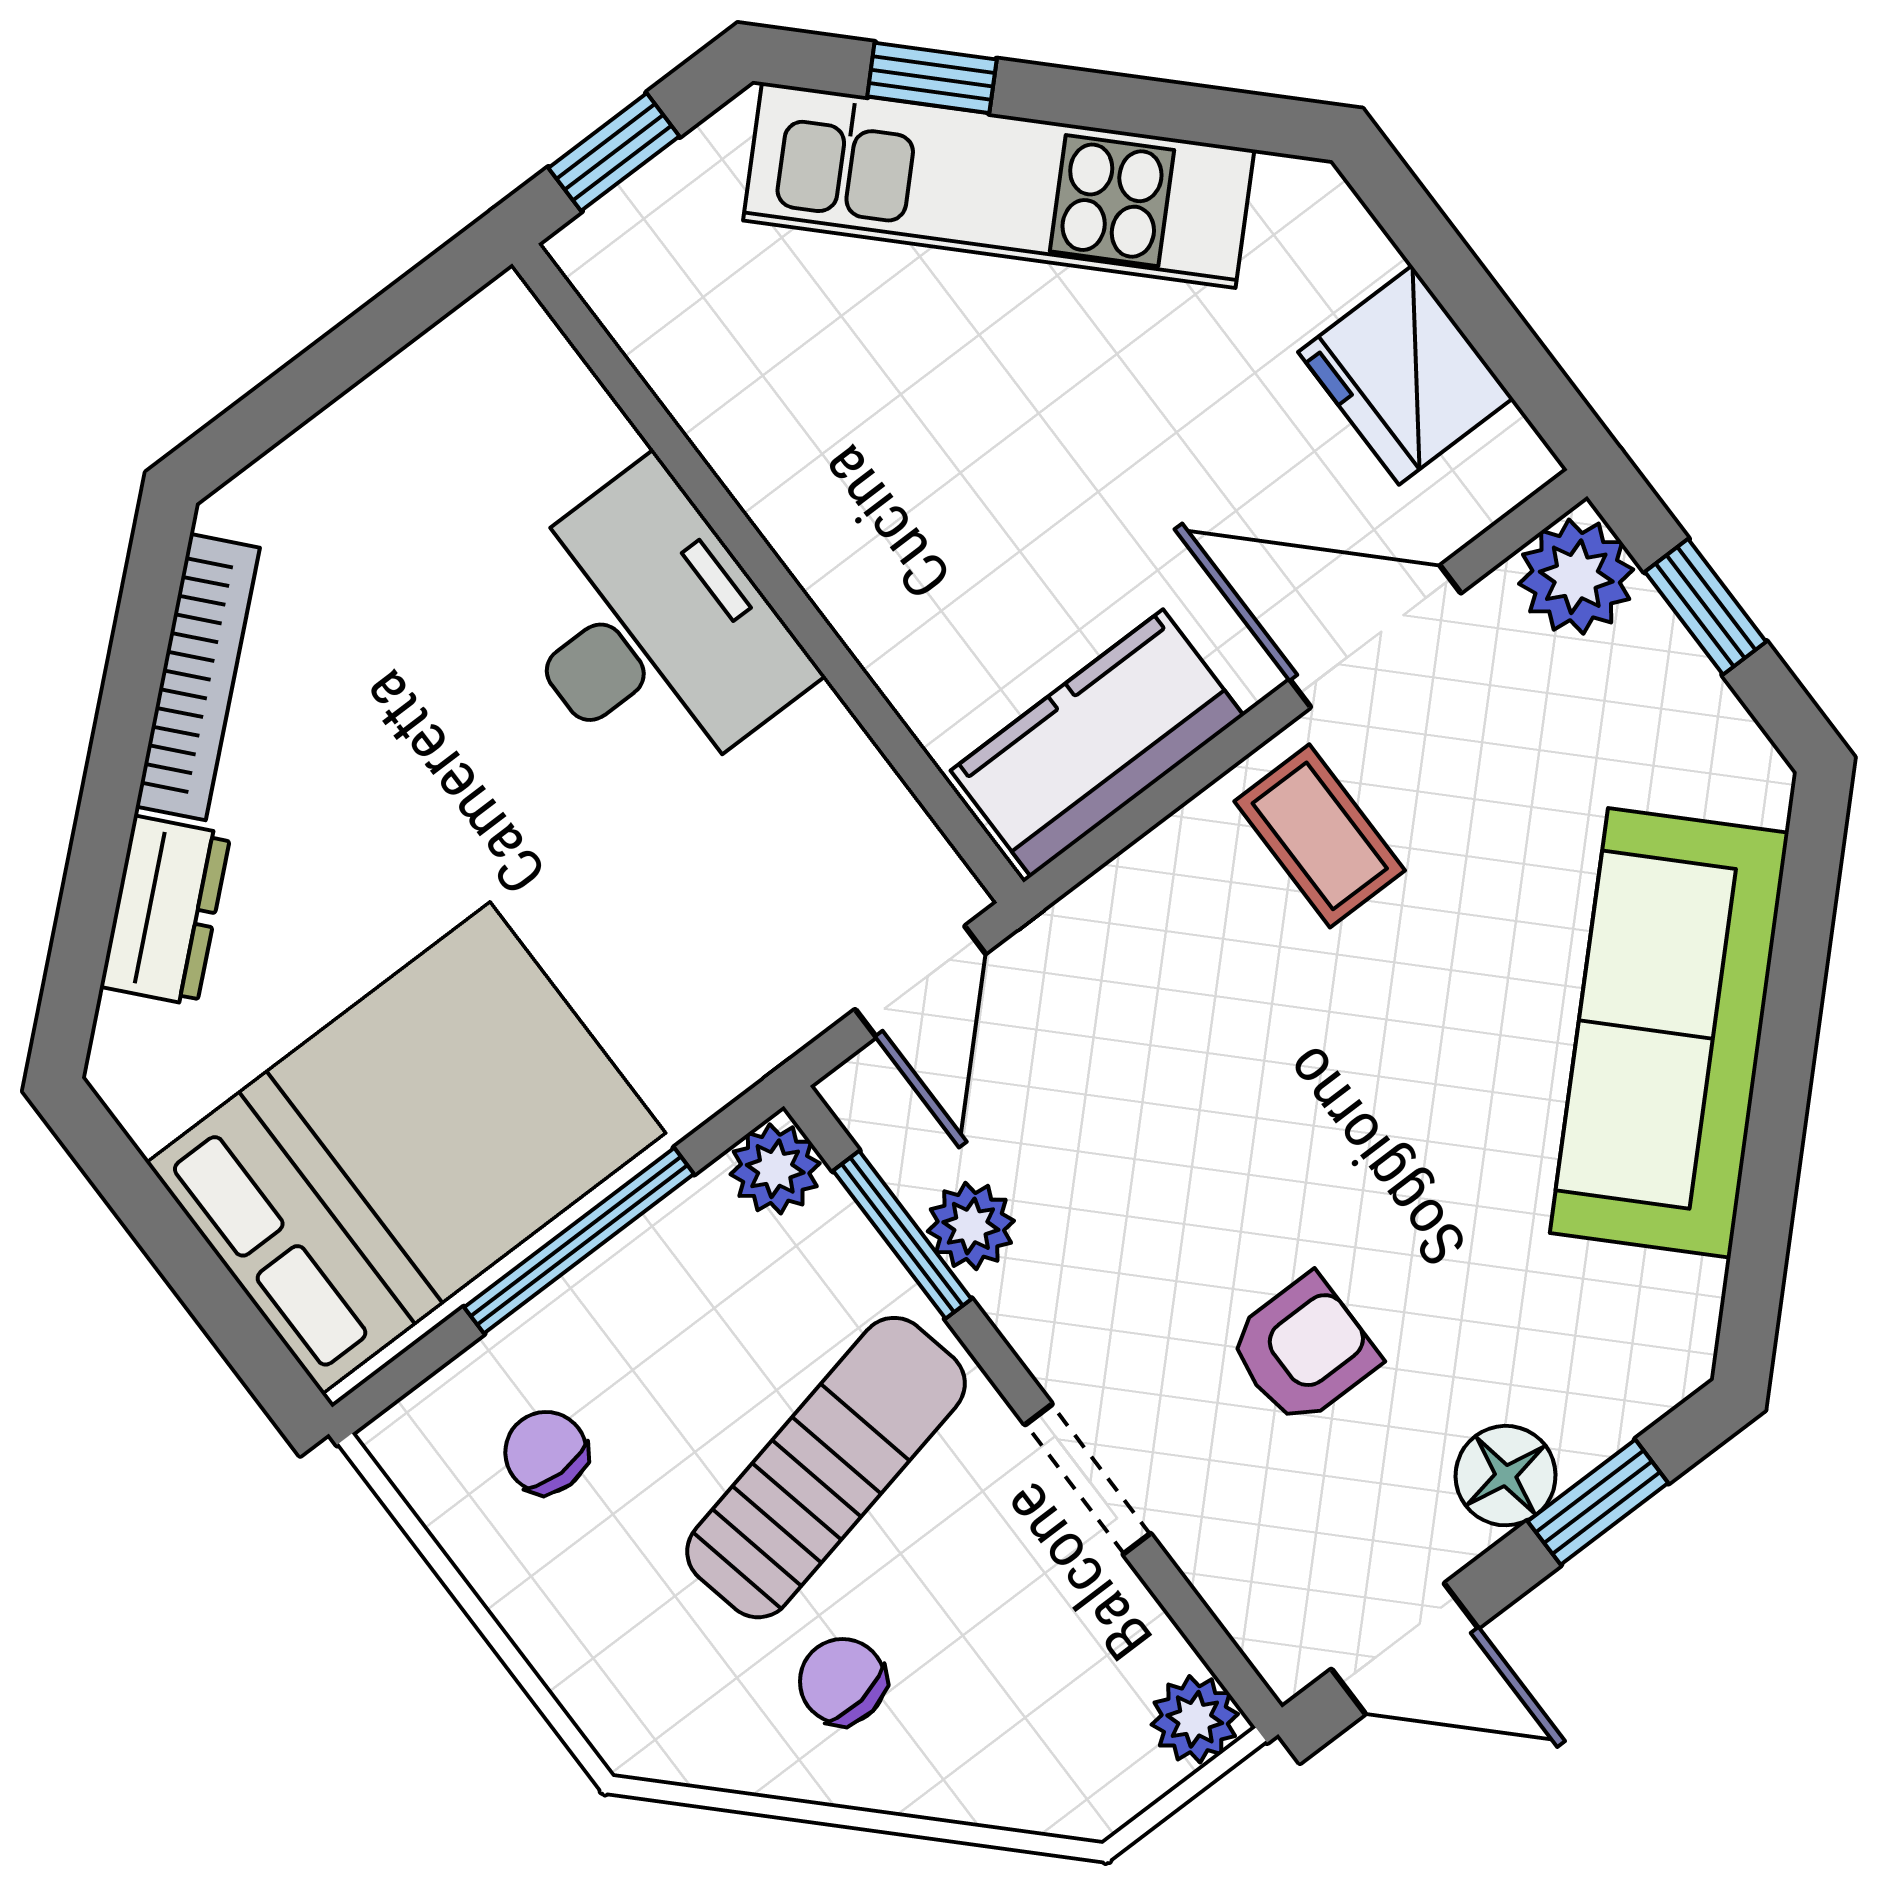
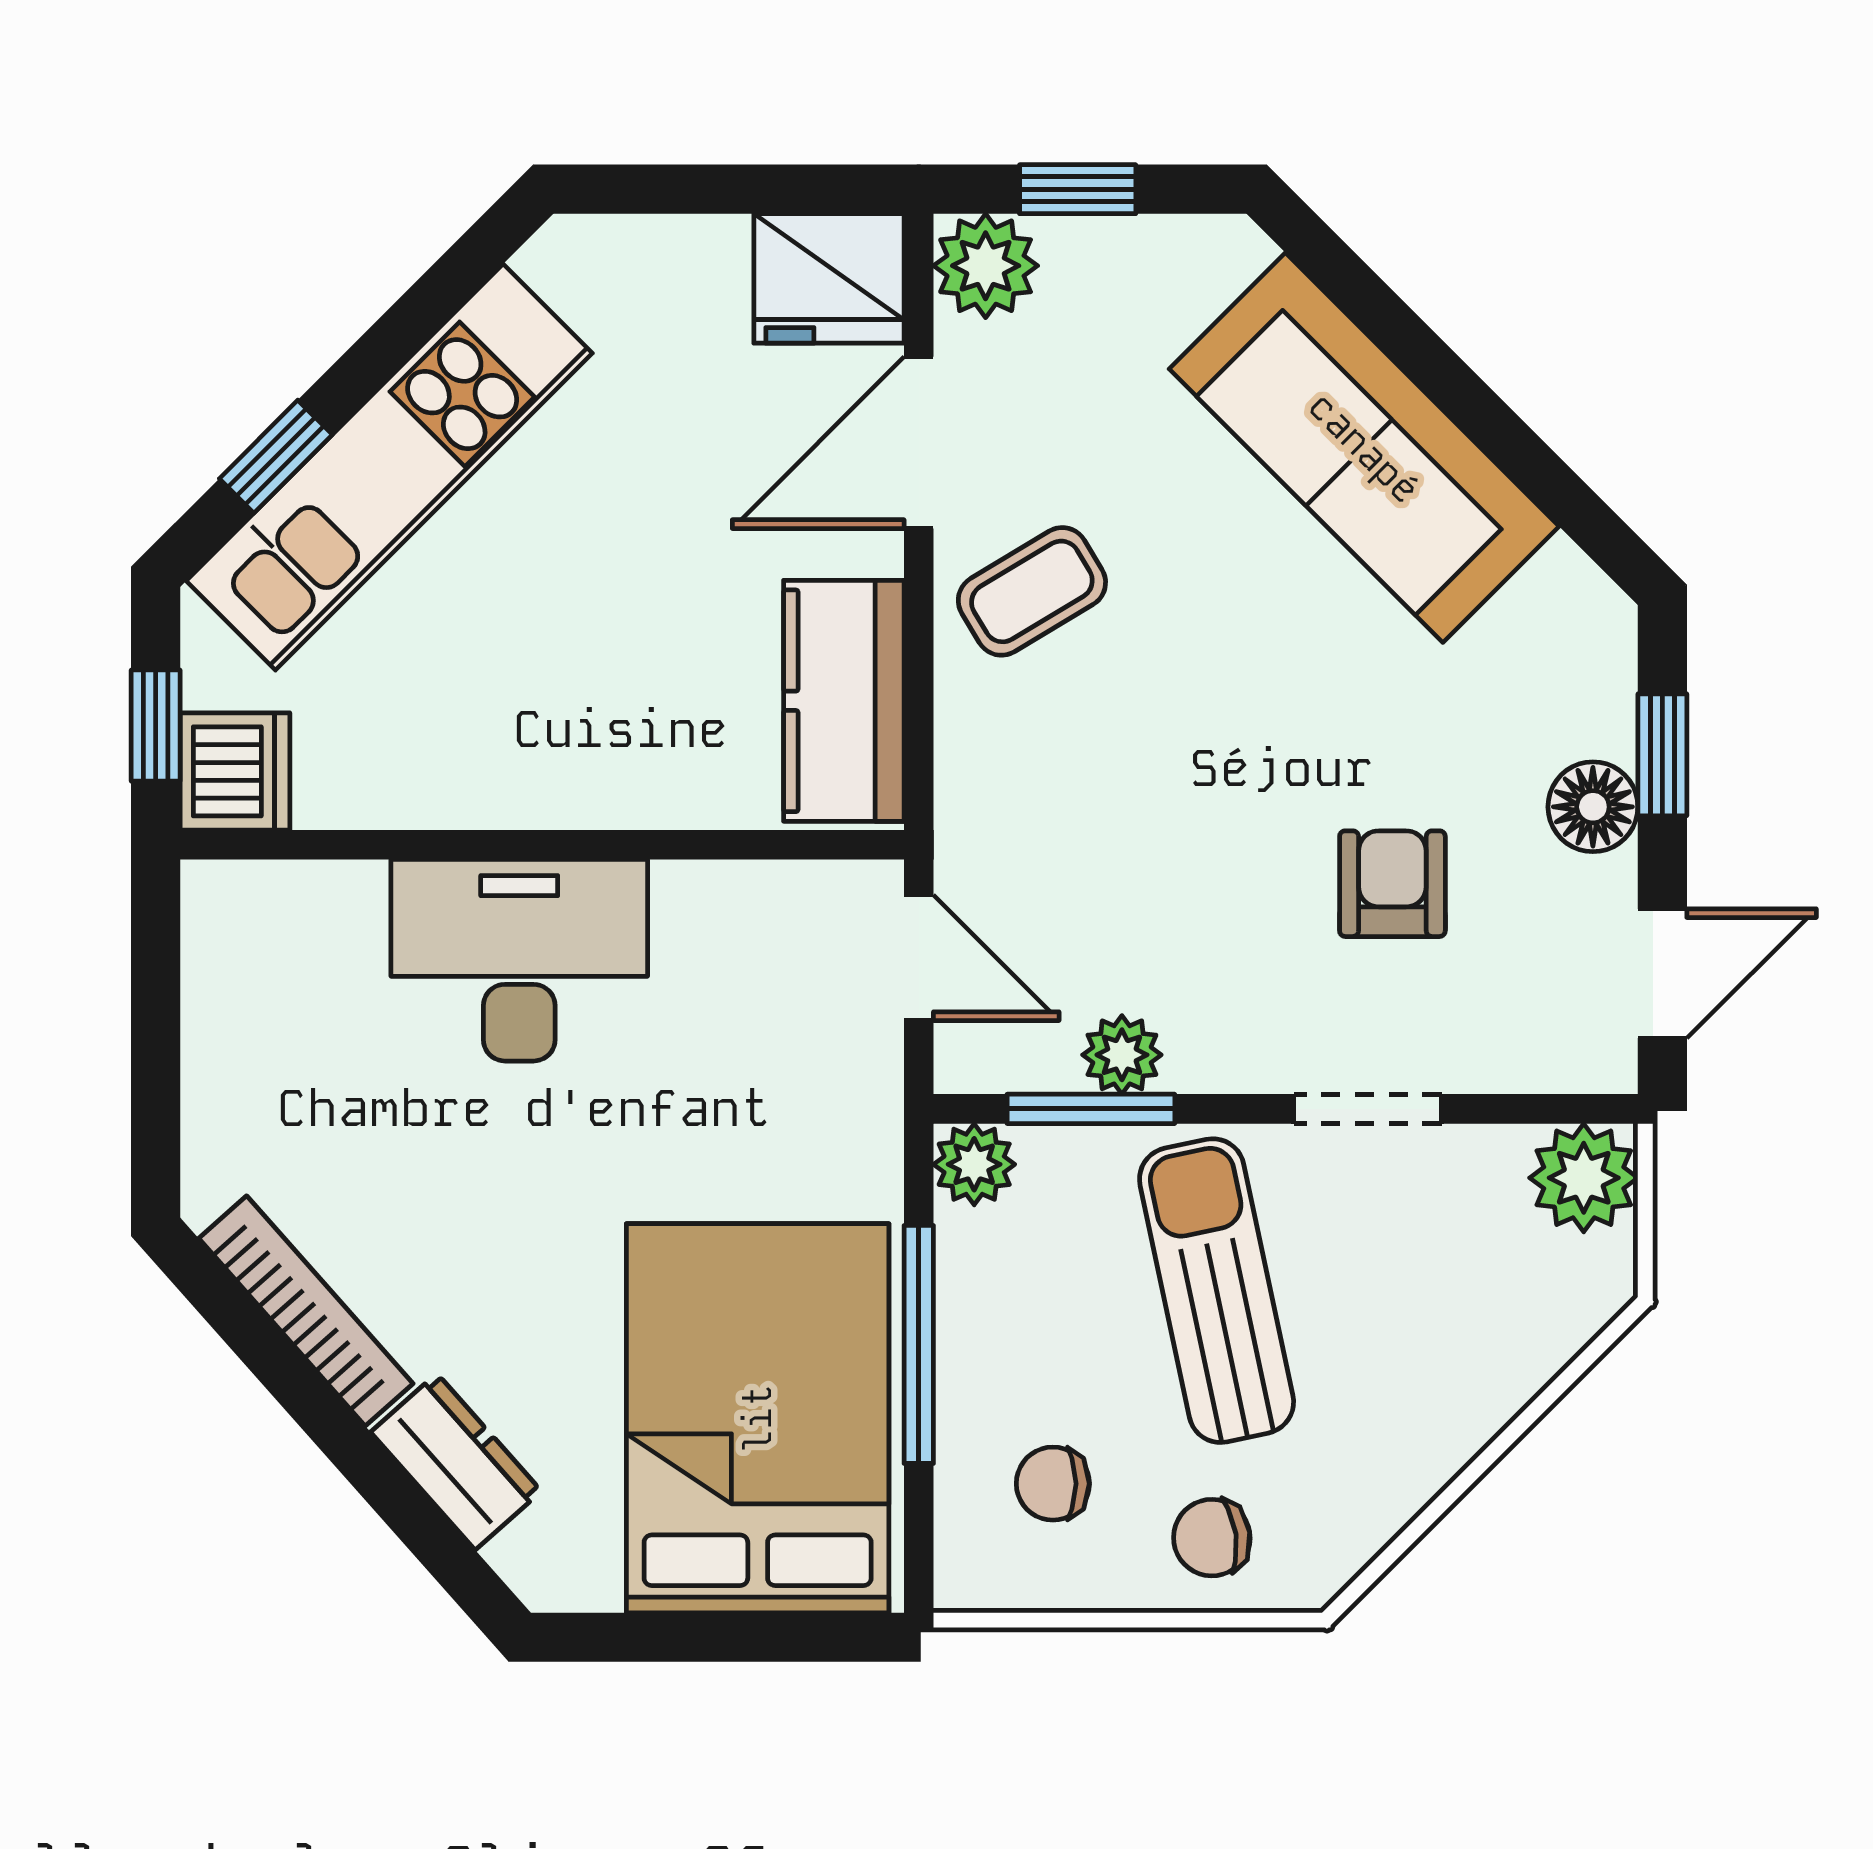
dishwasher: (627, 253) -> (235, 771), added
fridge: (1406, 375) -> (829, 278), moved
coffee table: (1320, 836) -> (1032, 591), turned -31
chair: (842, 1681) -> (1212, 1538), moved
plant: (1195, 1719) -> (1584, 1178), width x1.38, depth x1.38

